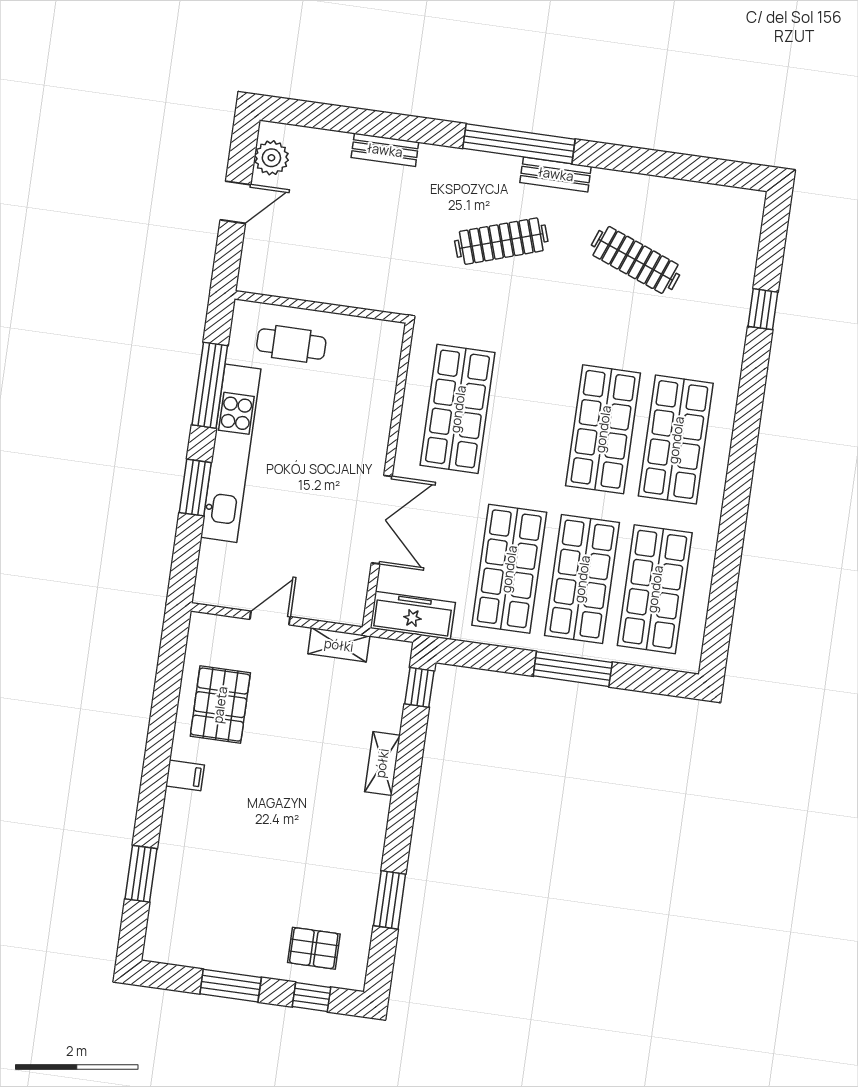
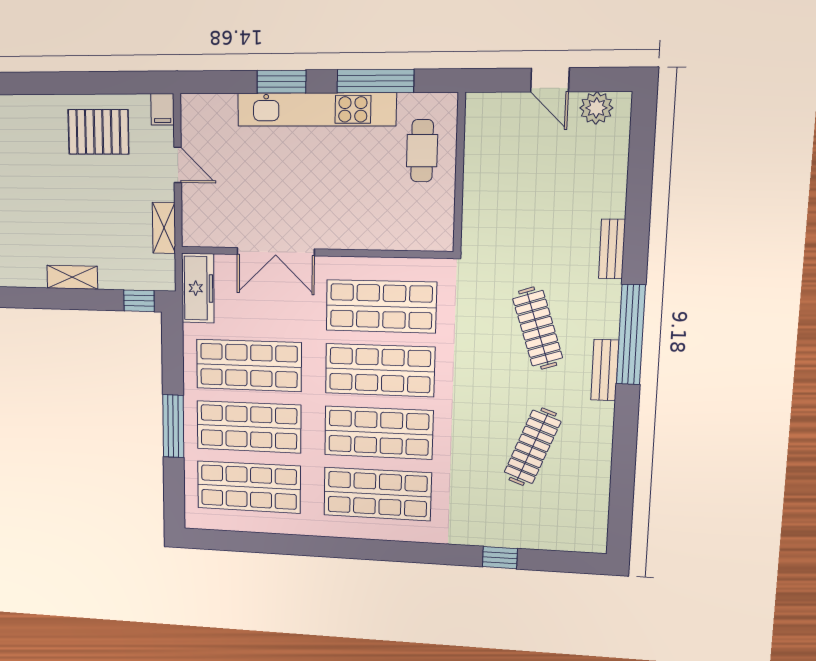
bench: (385, 150) -> (612, 249), moved
shop shelf: (530, 419) -> (380, 370), added
filing cabinet: (185, 775) -> (163, 109), moved

